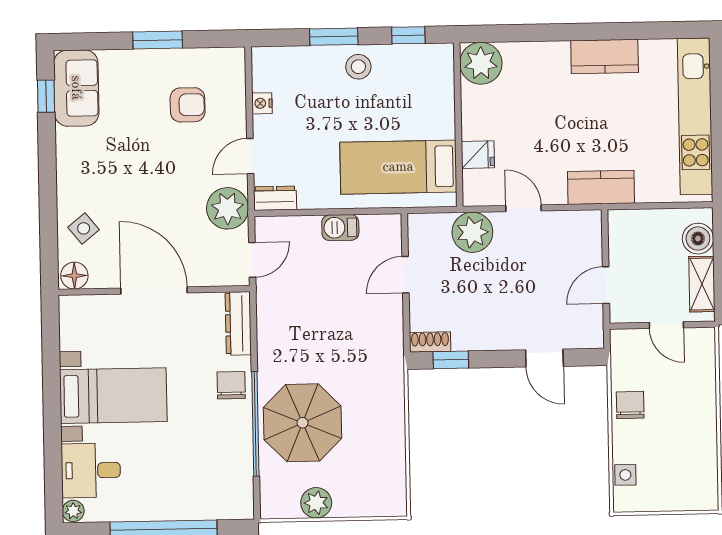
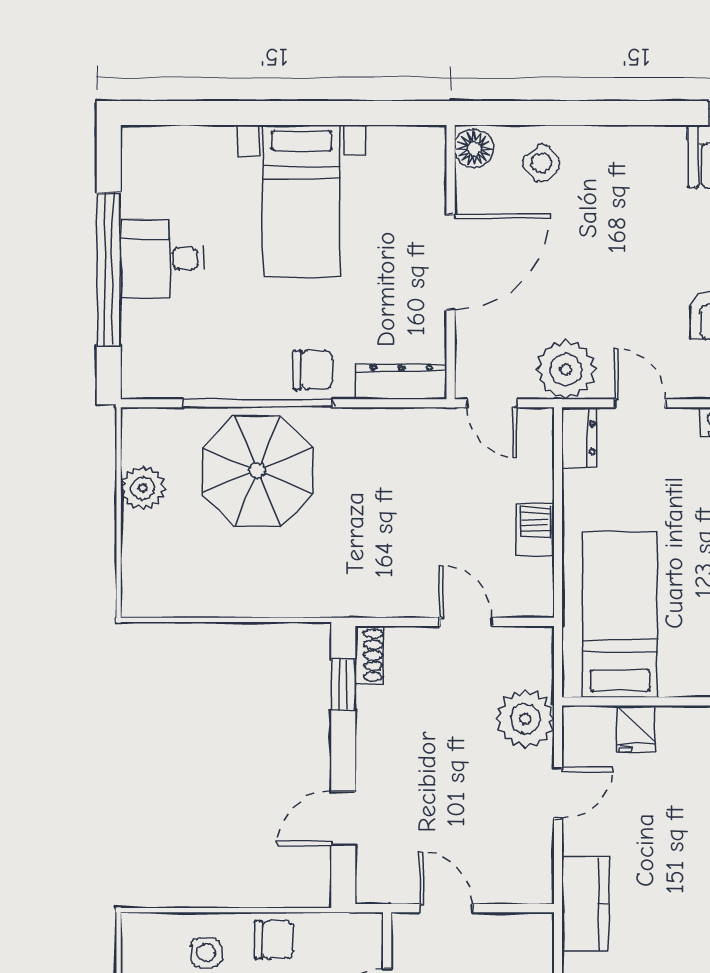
desk: (91, 470) -> (163, 258), moved, turned -90
side table: (625, 475) -> (206, 952), moved
plant: (73, 511) -> (138, 141), removed

